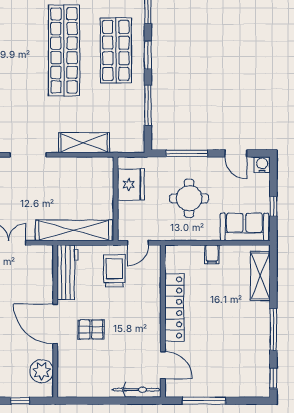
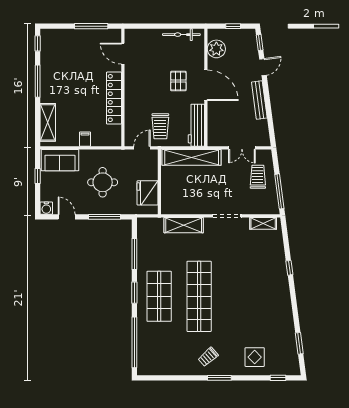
pallet: (91, 329) -> (178, 81), turned 90
bicycle: (137, 390) -> (181, 35), moved

